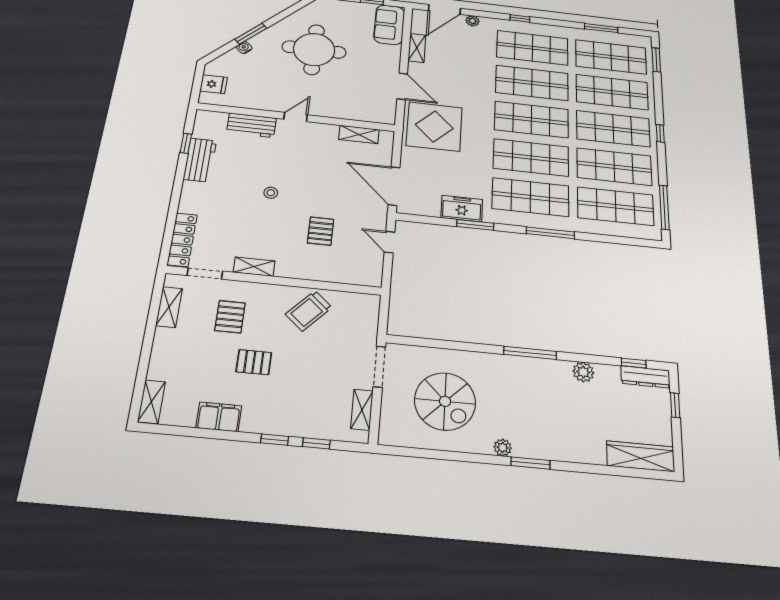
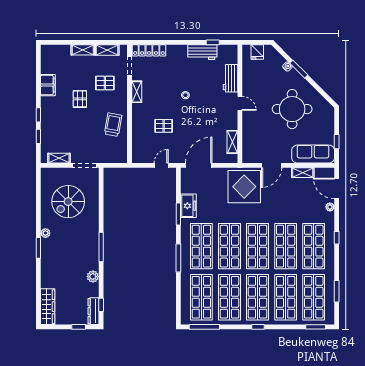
sofa: (389, 25) -> (313, 154), width x1.36
trolley: (309, 311) -> (113, 125), turned 58
shelving: (151, 402) -> (83, 50), moved

